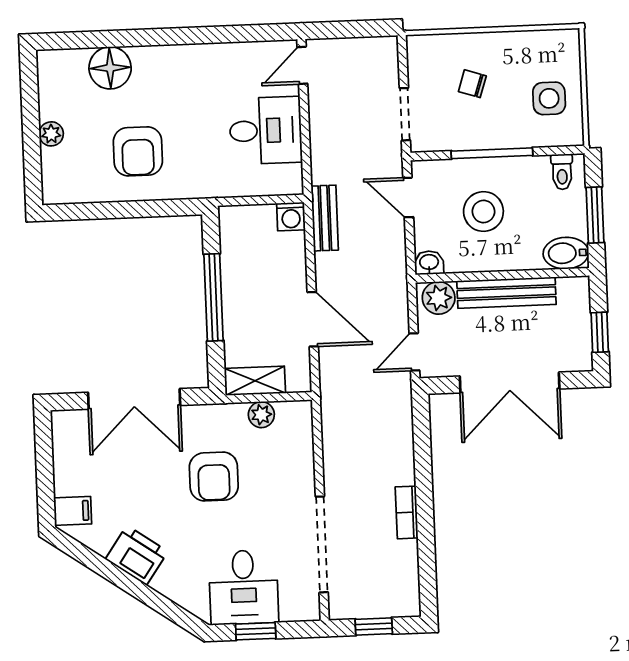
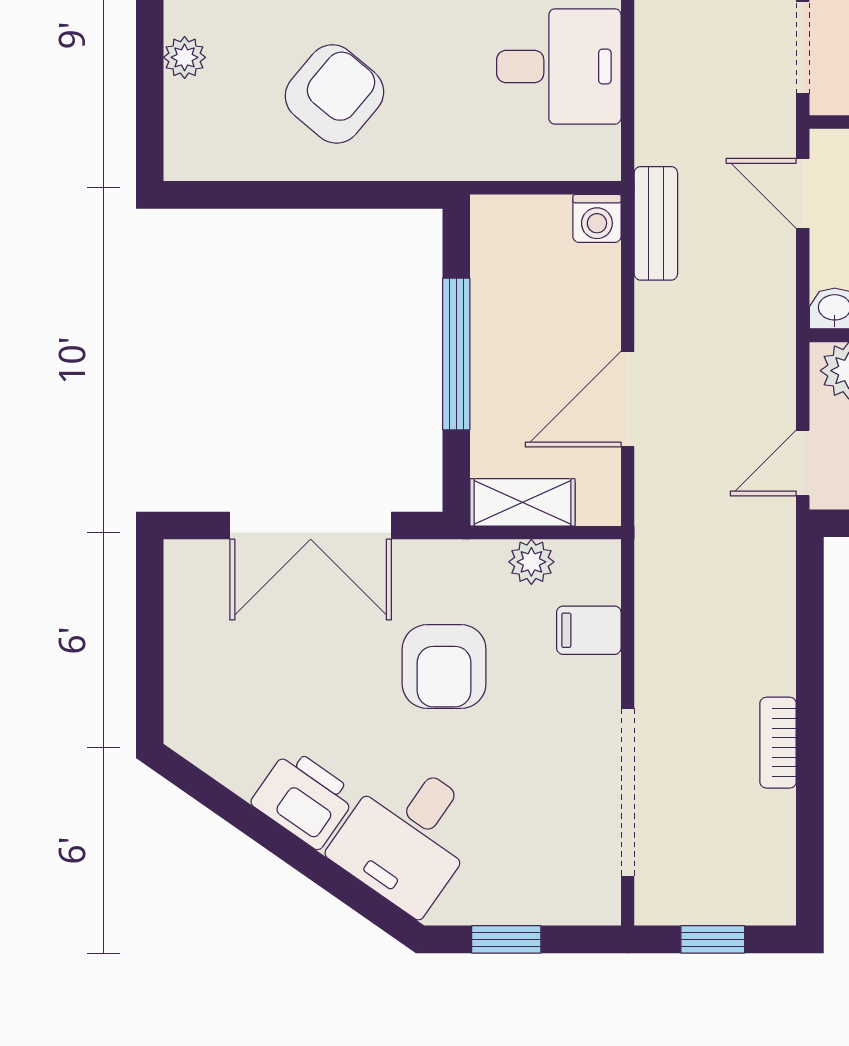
armchair: (138, 151) -> (334, 94), turned -140
door: (313, 319) -> (628, 399), swing flipped
filing cabinet: (73, 511) -> (589, 630), moved, turned 180
desk: (244, 587) -> (408, 836), moved, turned 35

